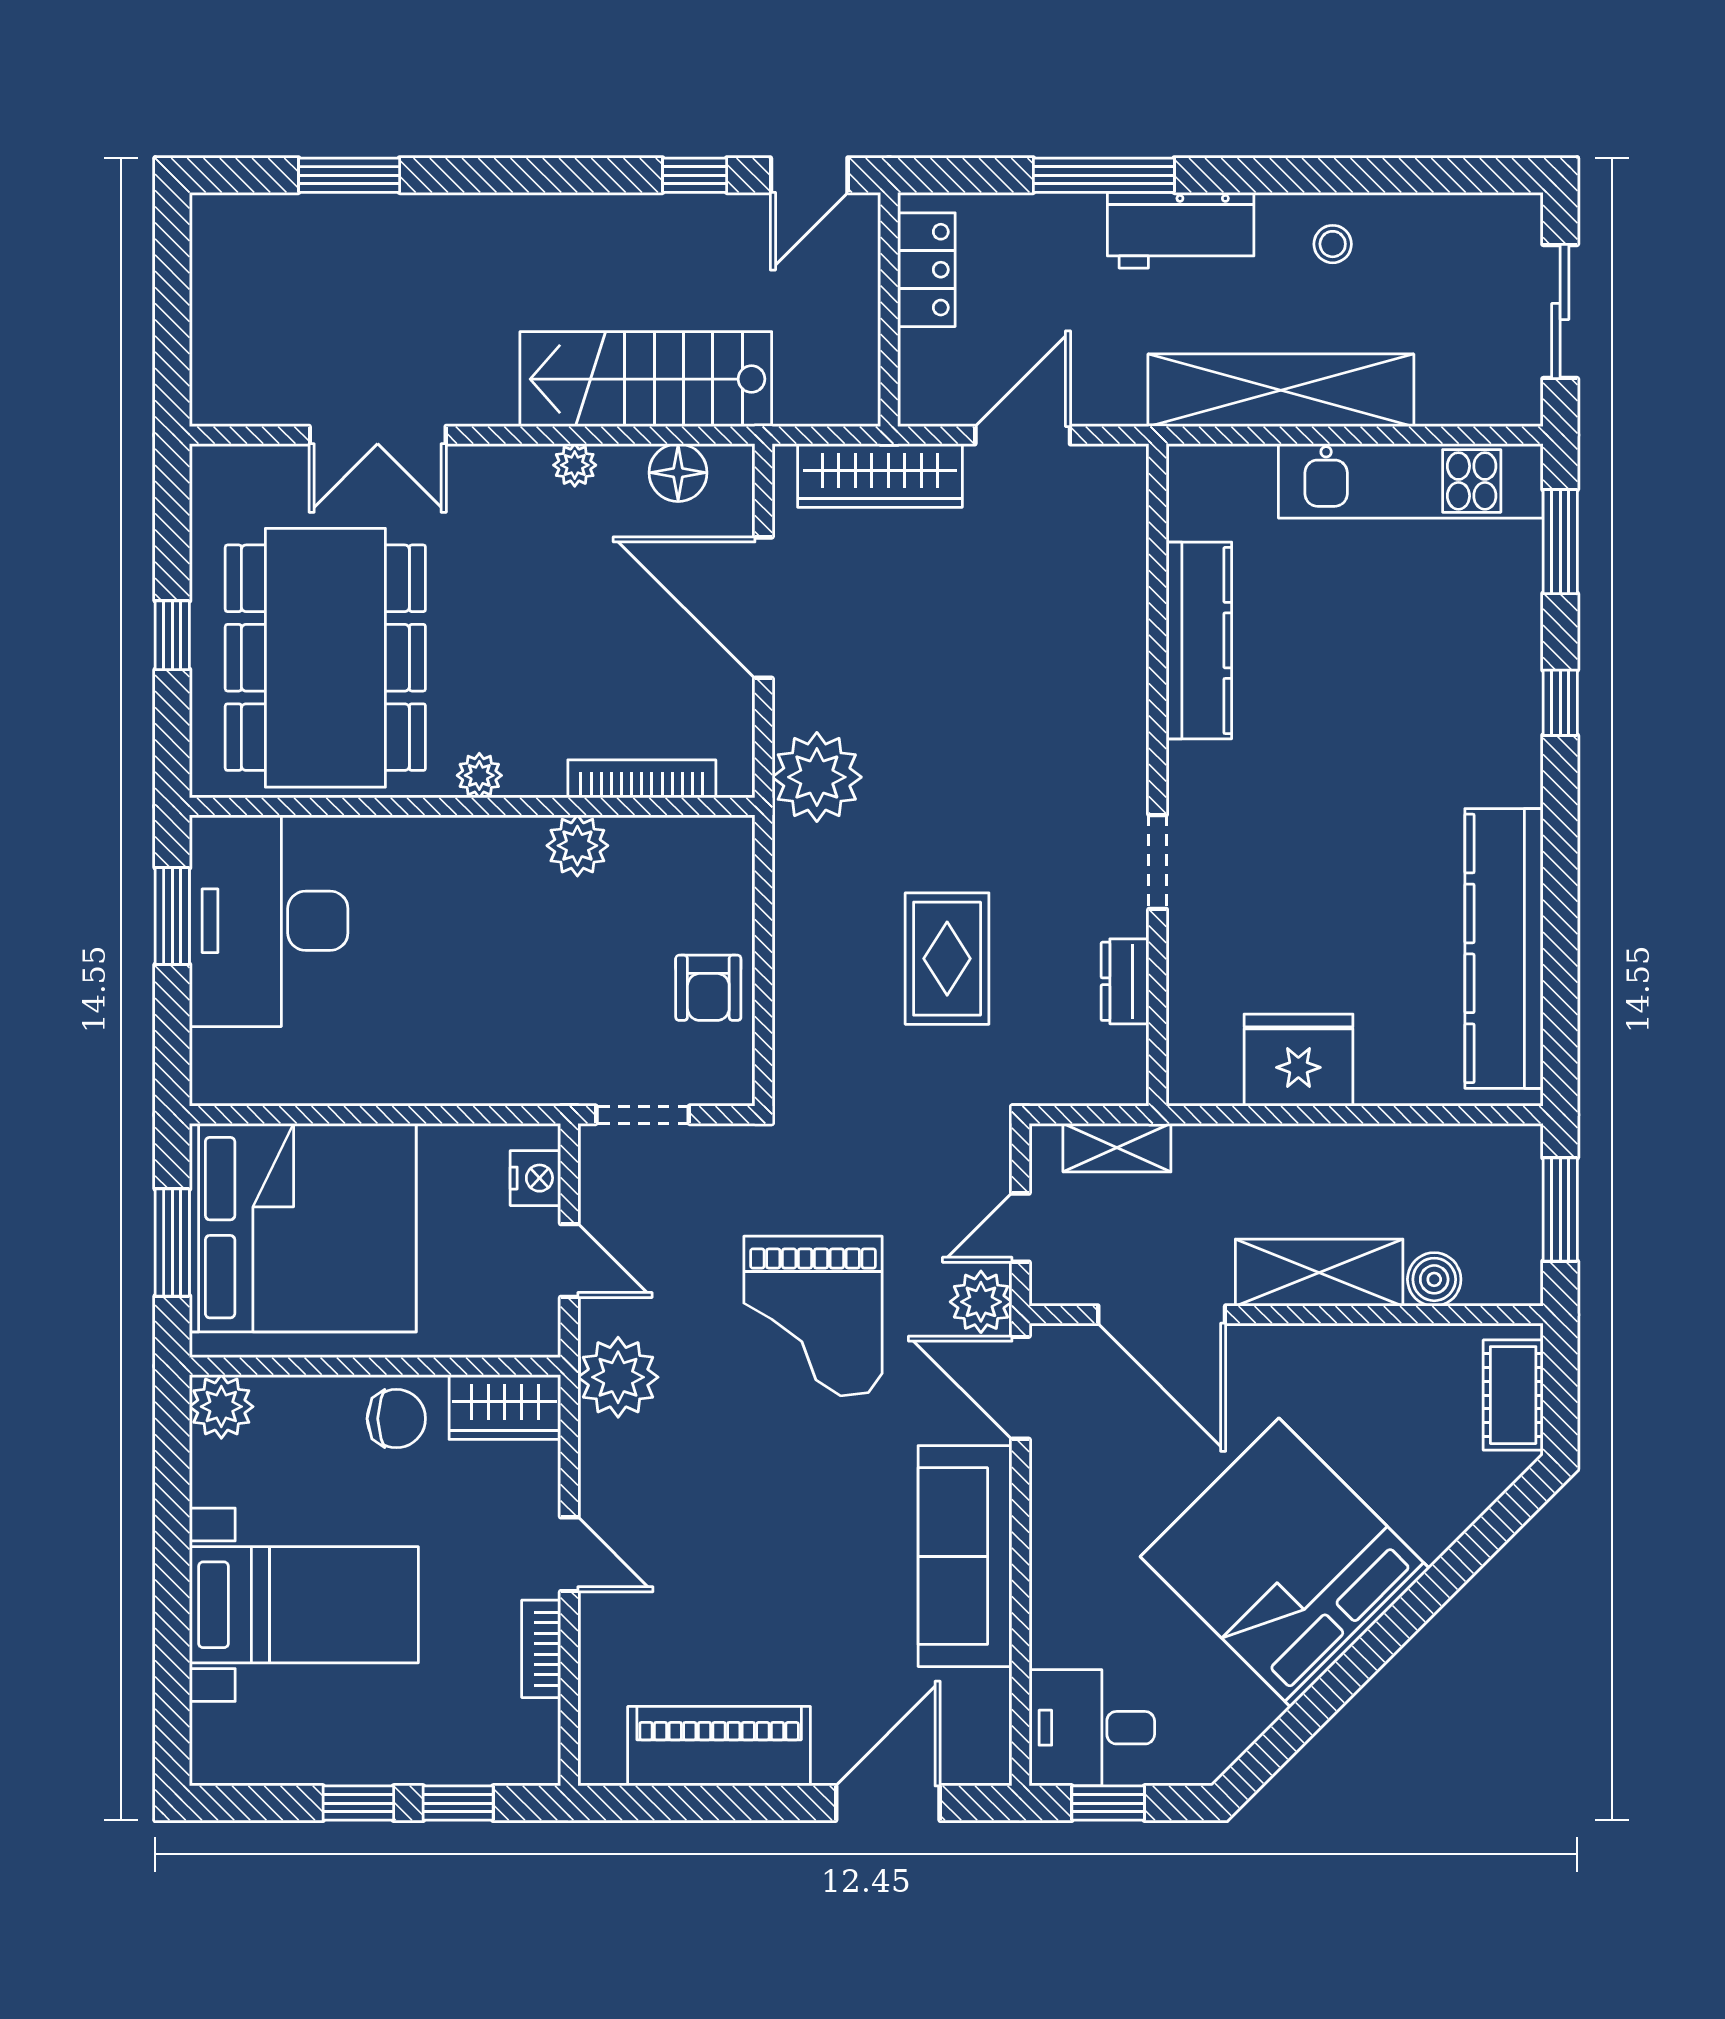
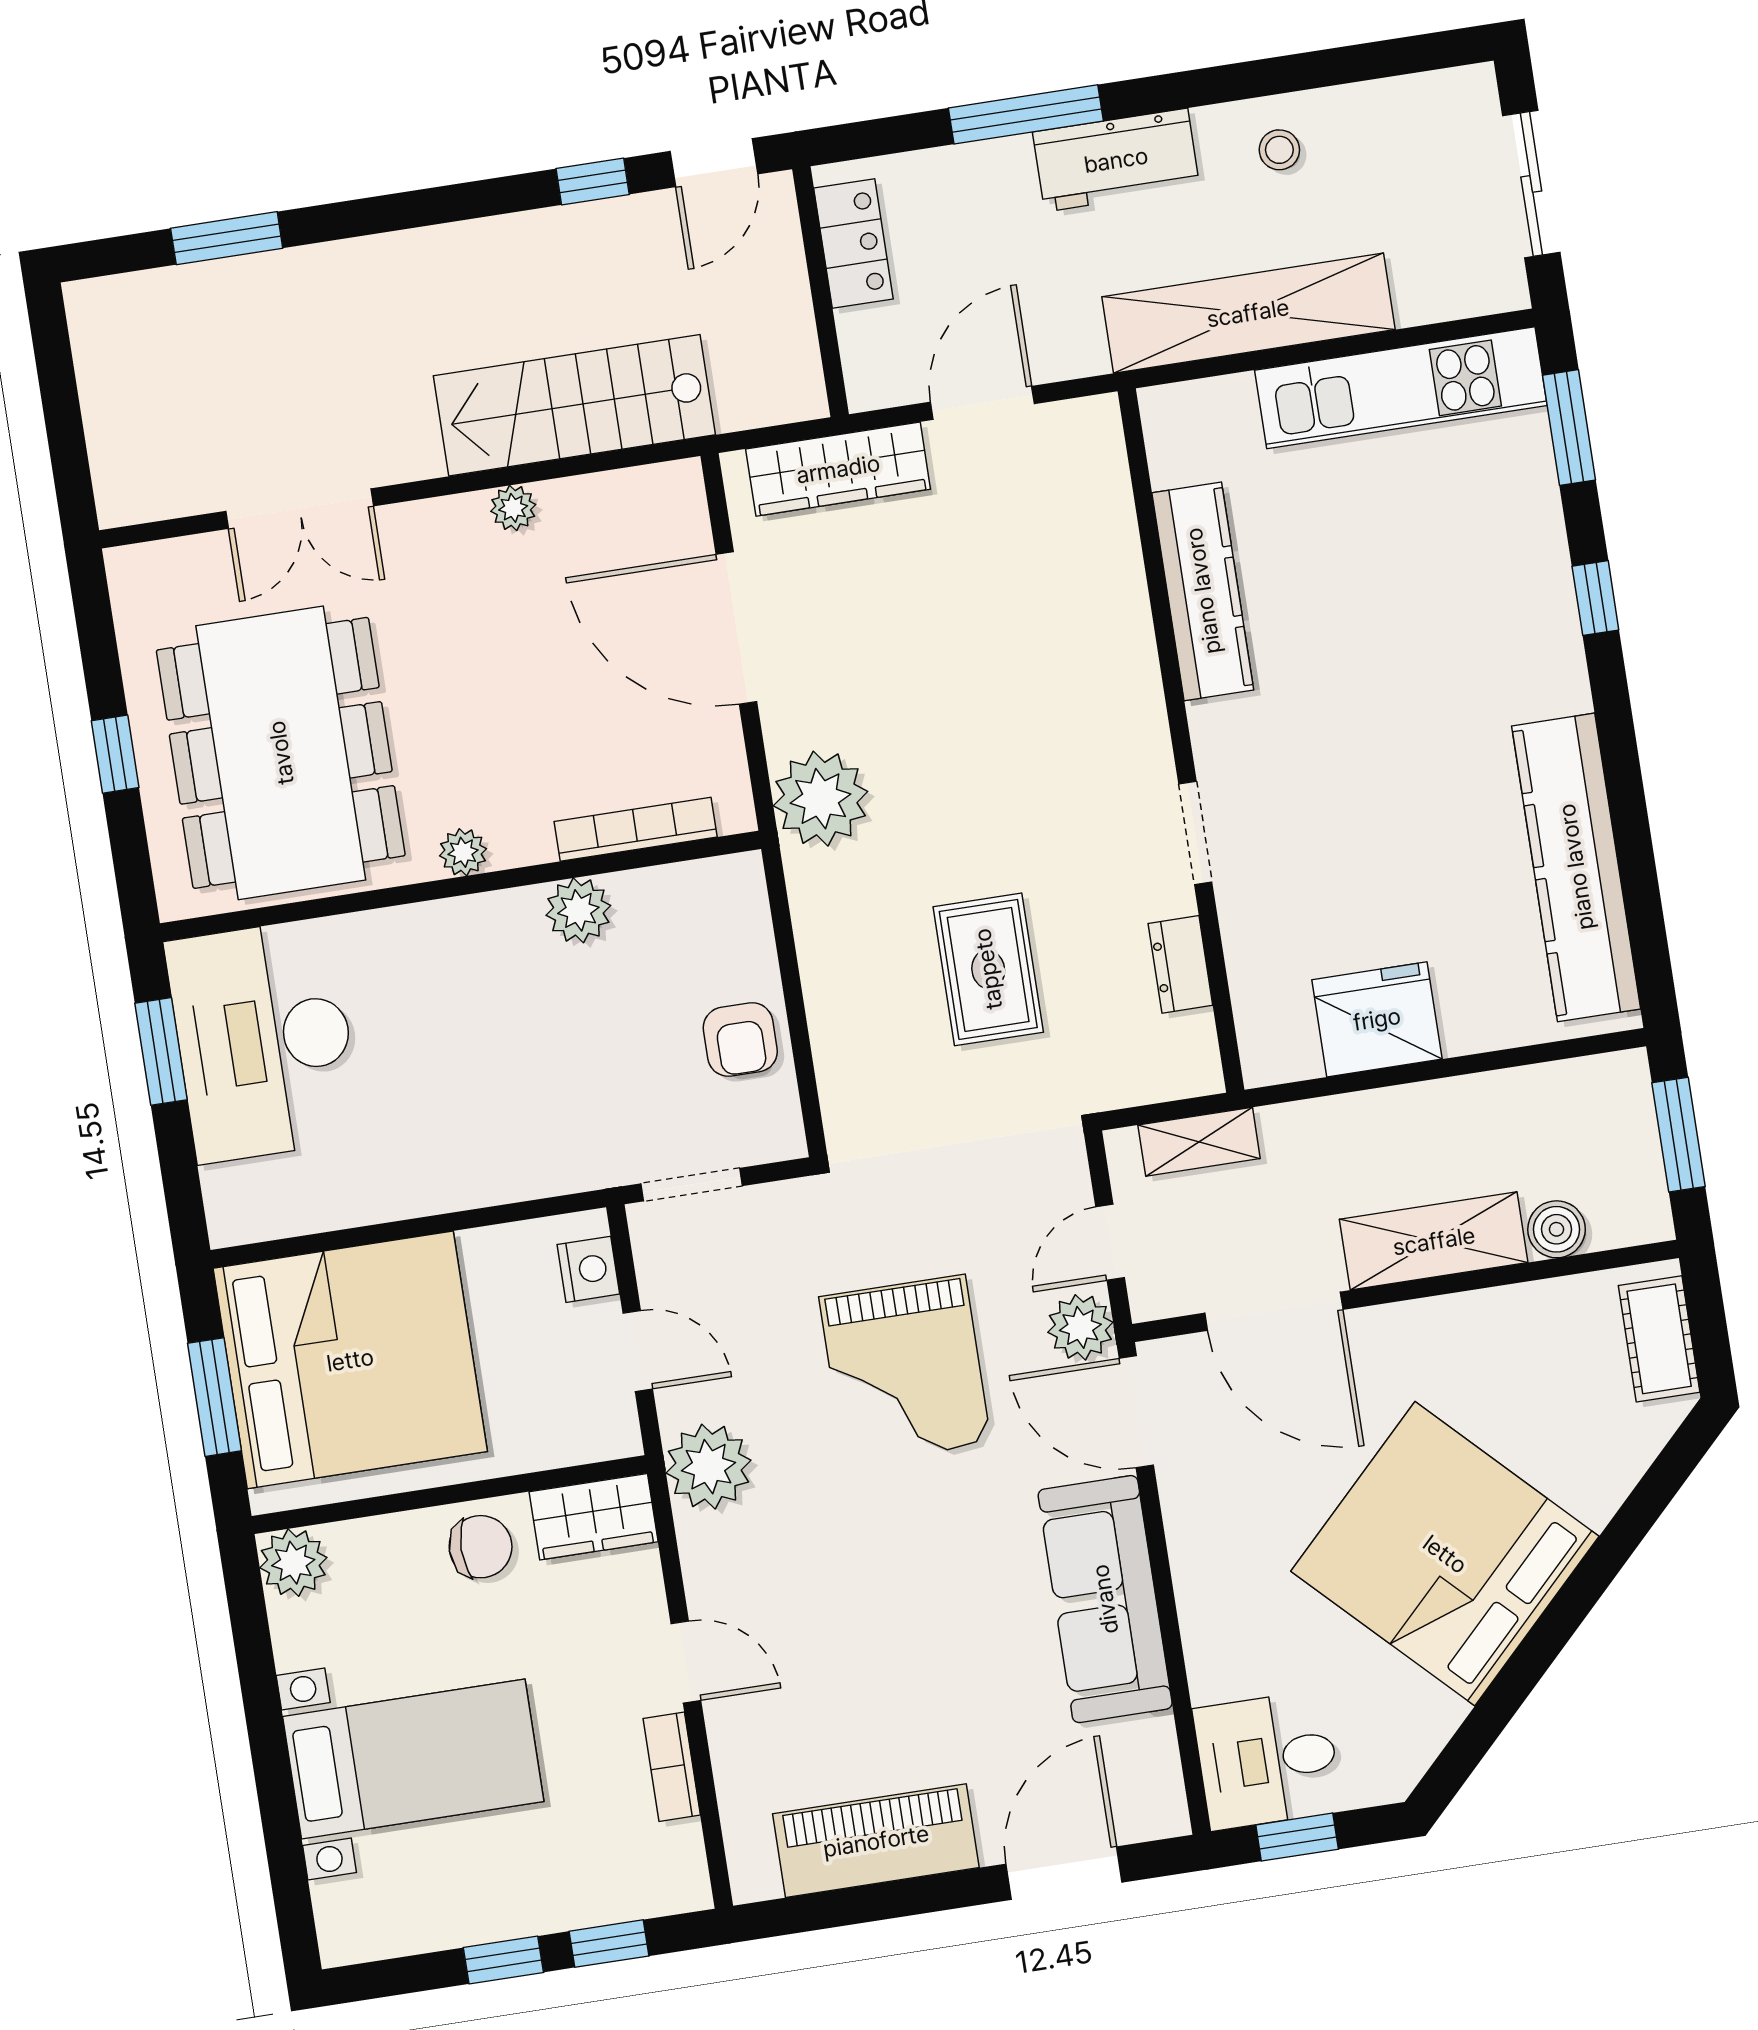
floor lamp: (678, 473) -> (624, 499), removed

